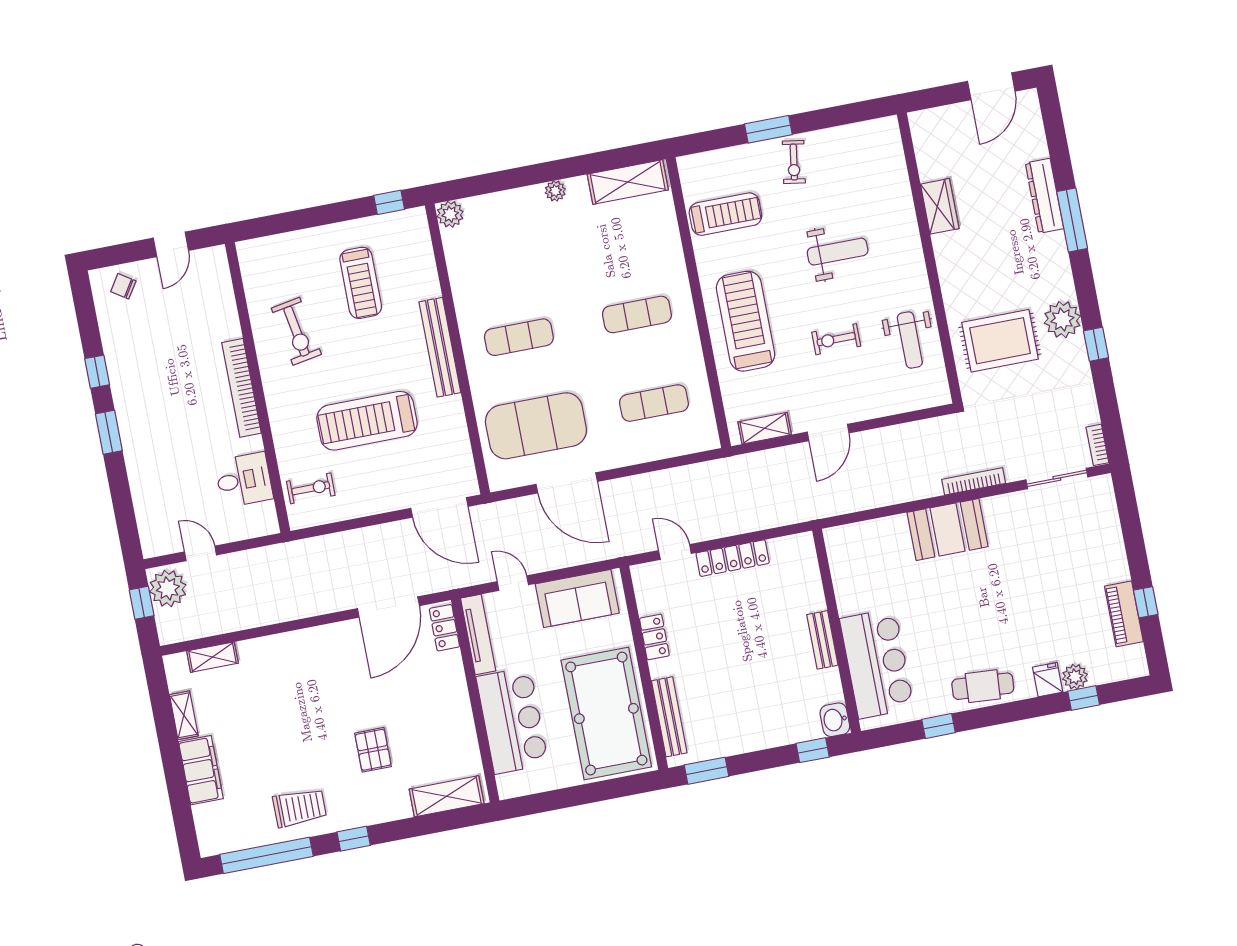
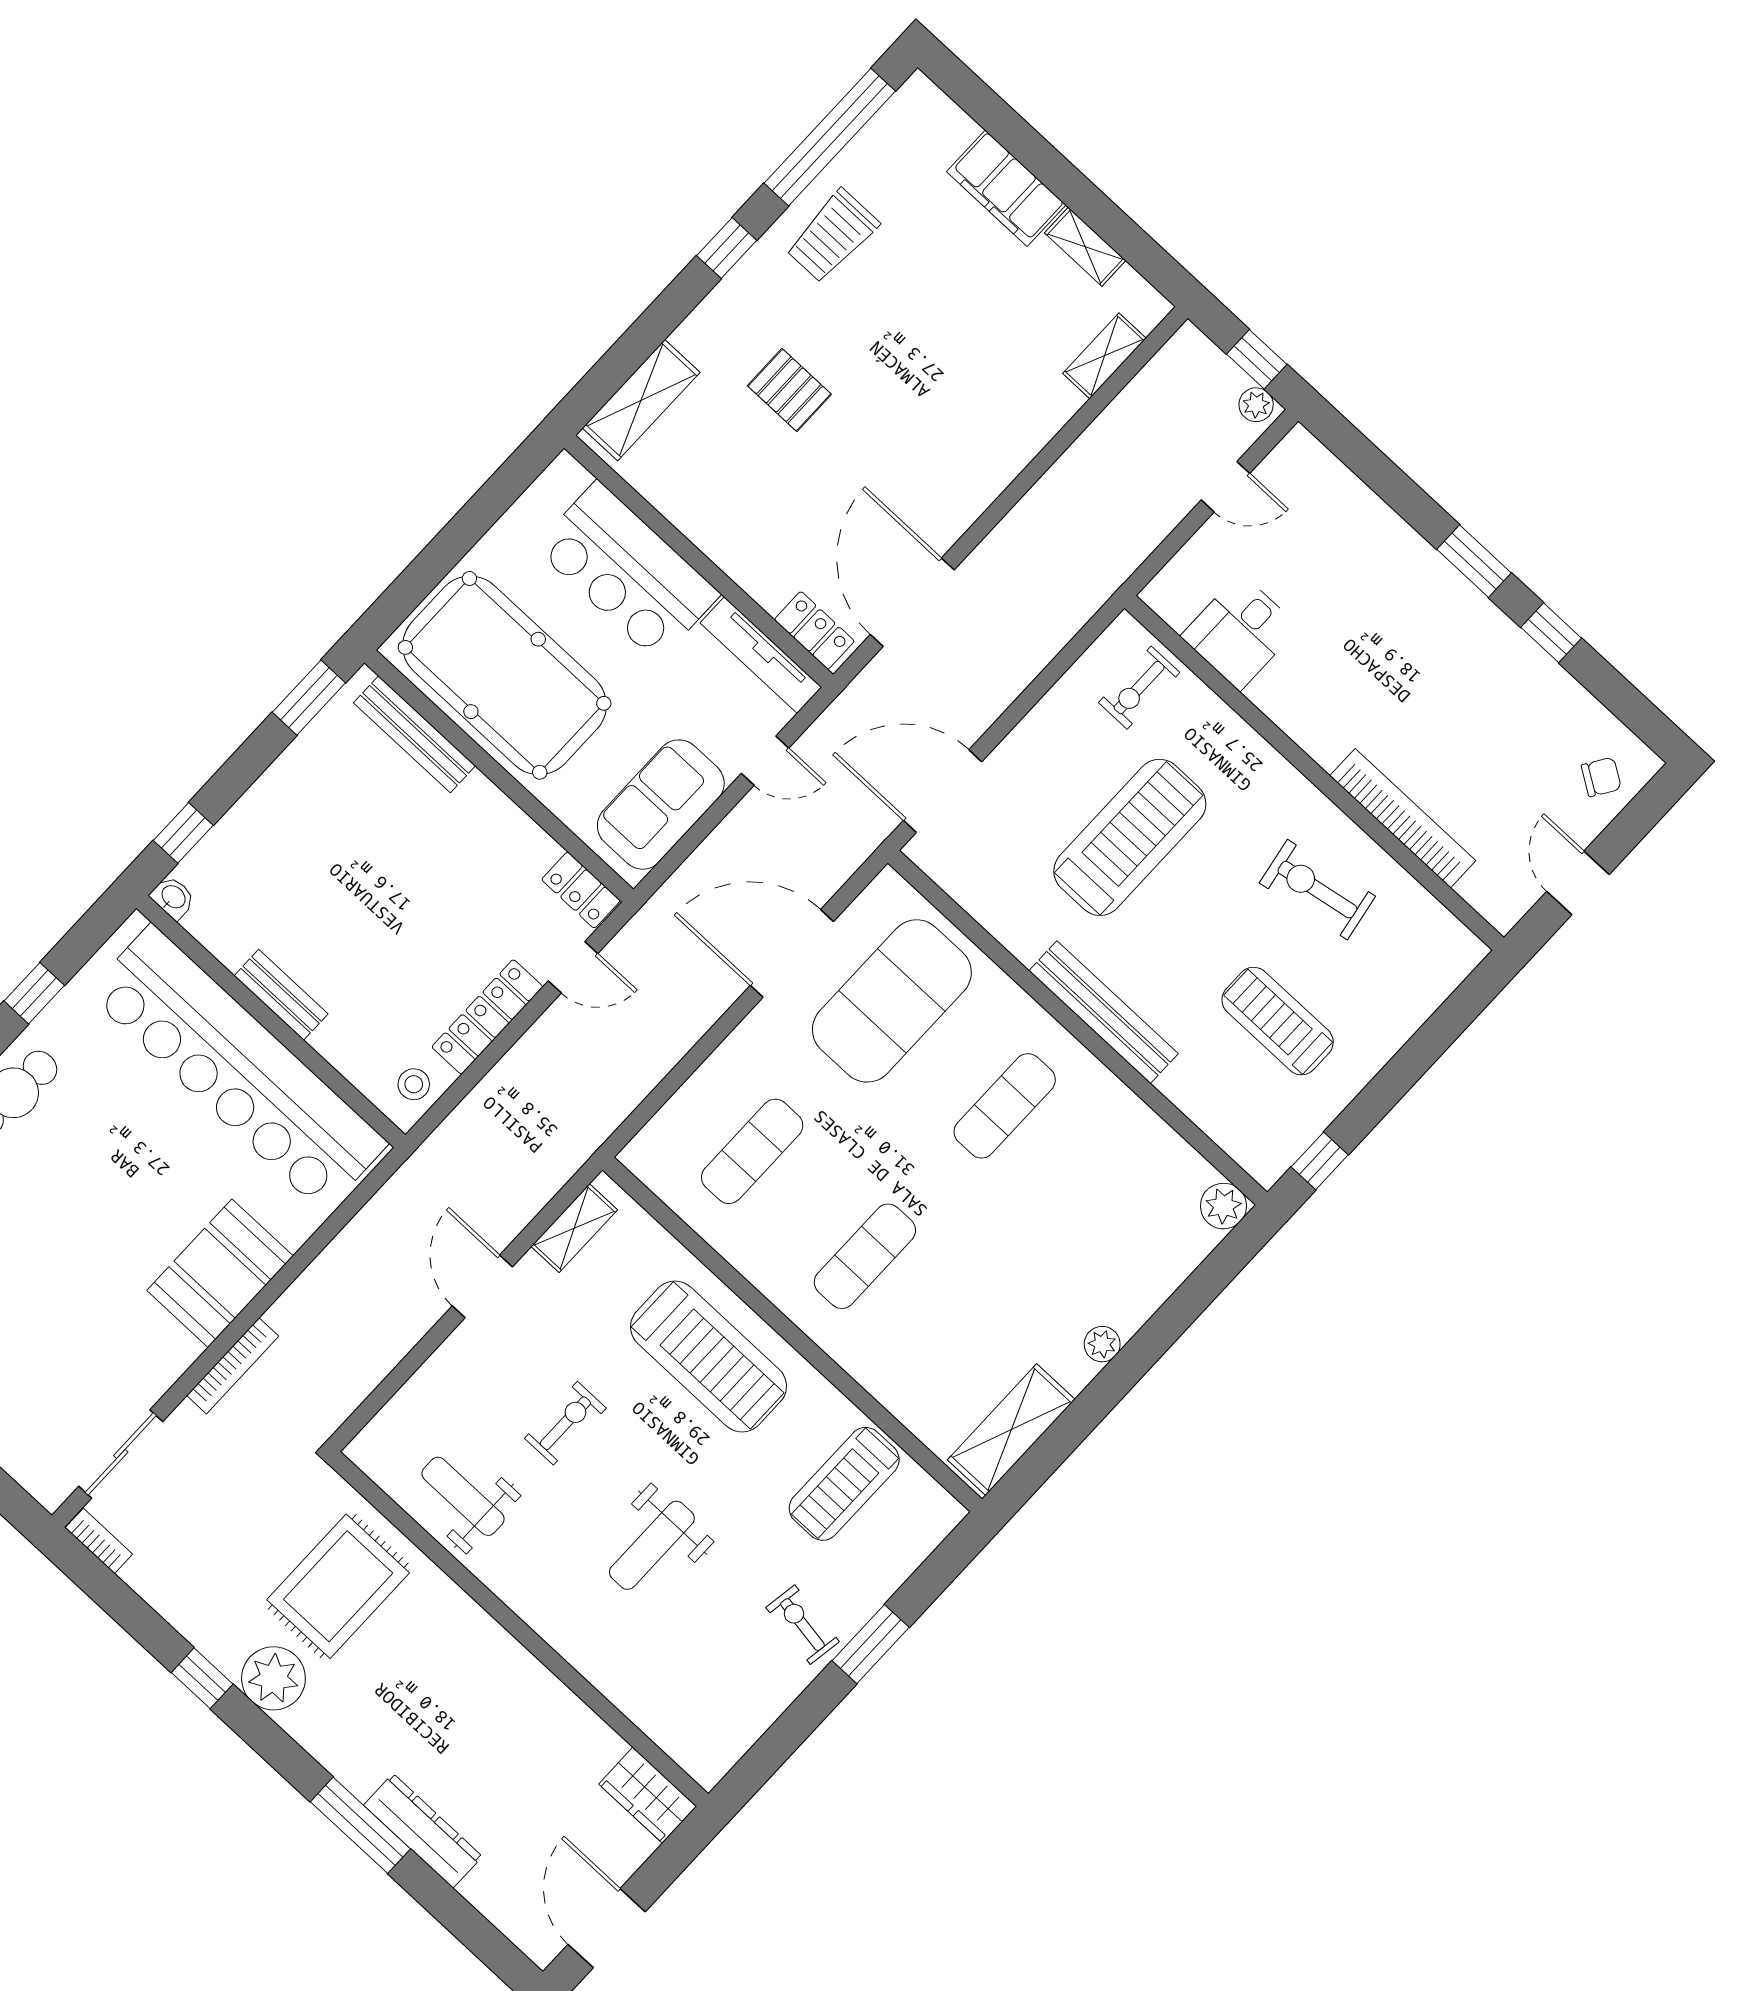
wardrobe: (940, 206) -> (648, 1795), moved
bookcase: (241, 388) -> (1403, 818), moved
stool: (791, 552) -> (414, 1084), added
plant: (168, 588) -> (1256, 405), width x0.53, depth x0.53
locker: (654, 637) -> (581, 890), moved
bar counter: (877, 664) -> (237, 1068), width x1.86
washbasin: (835, 720) -> (173, 897), width x0.72, depth x0.69

